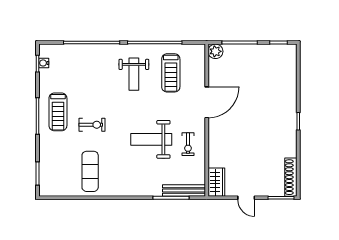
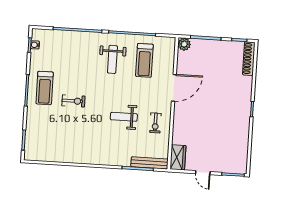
weight bench: (151, 139) -> (124, 117), width x0.73, depth x0.75
exercise mat: (90, 171) -> (69, 141), removed
shoe rack: (291, 177) -> (249, 59), moved

